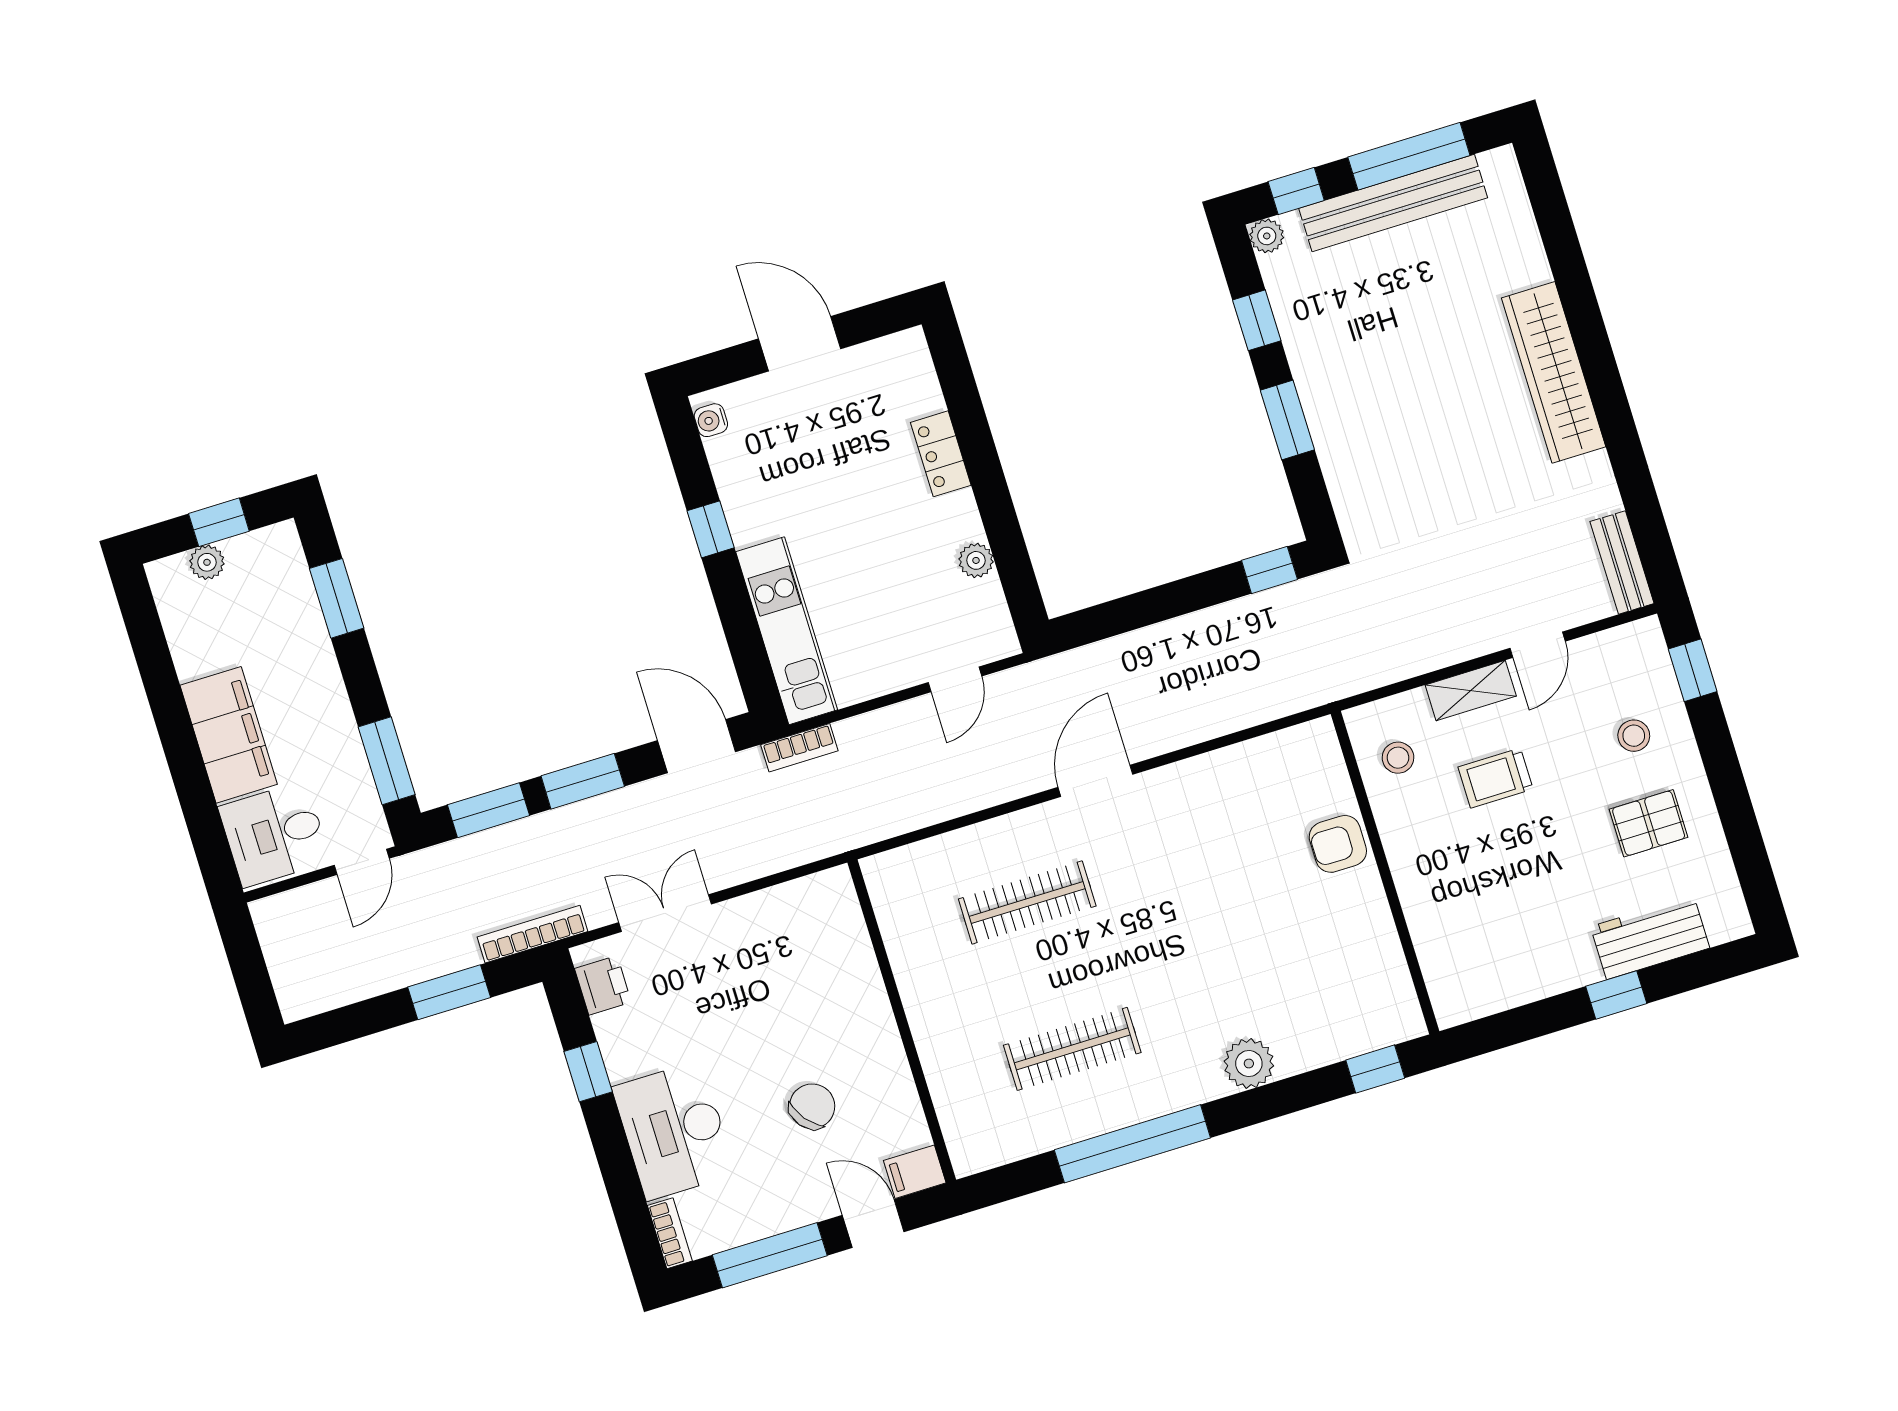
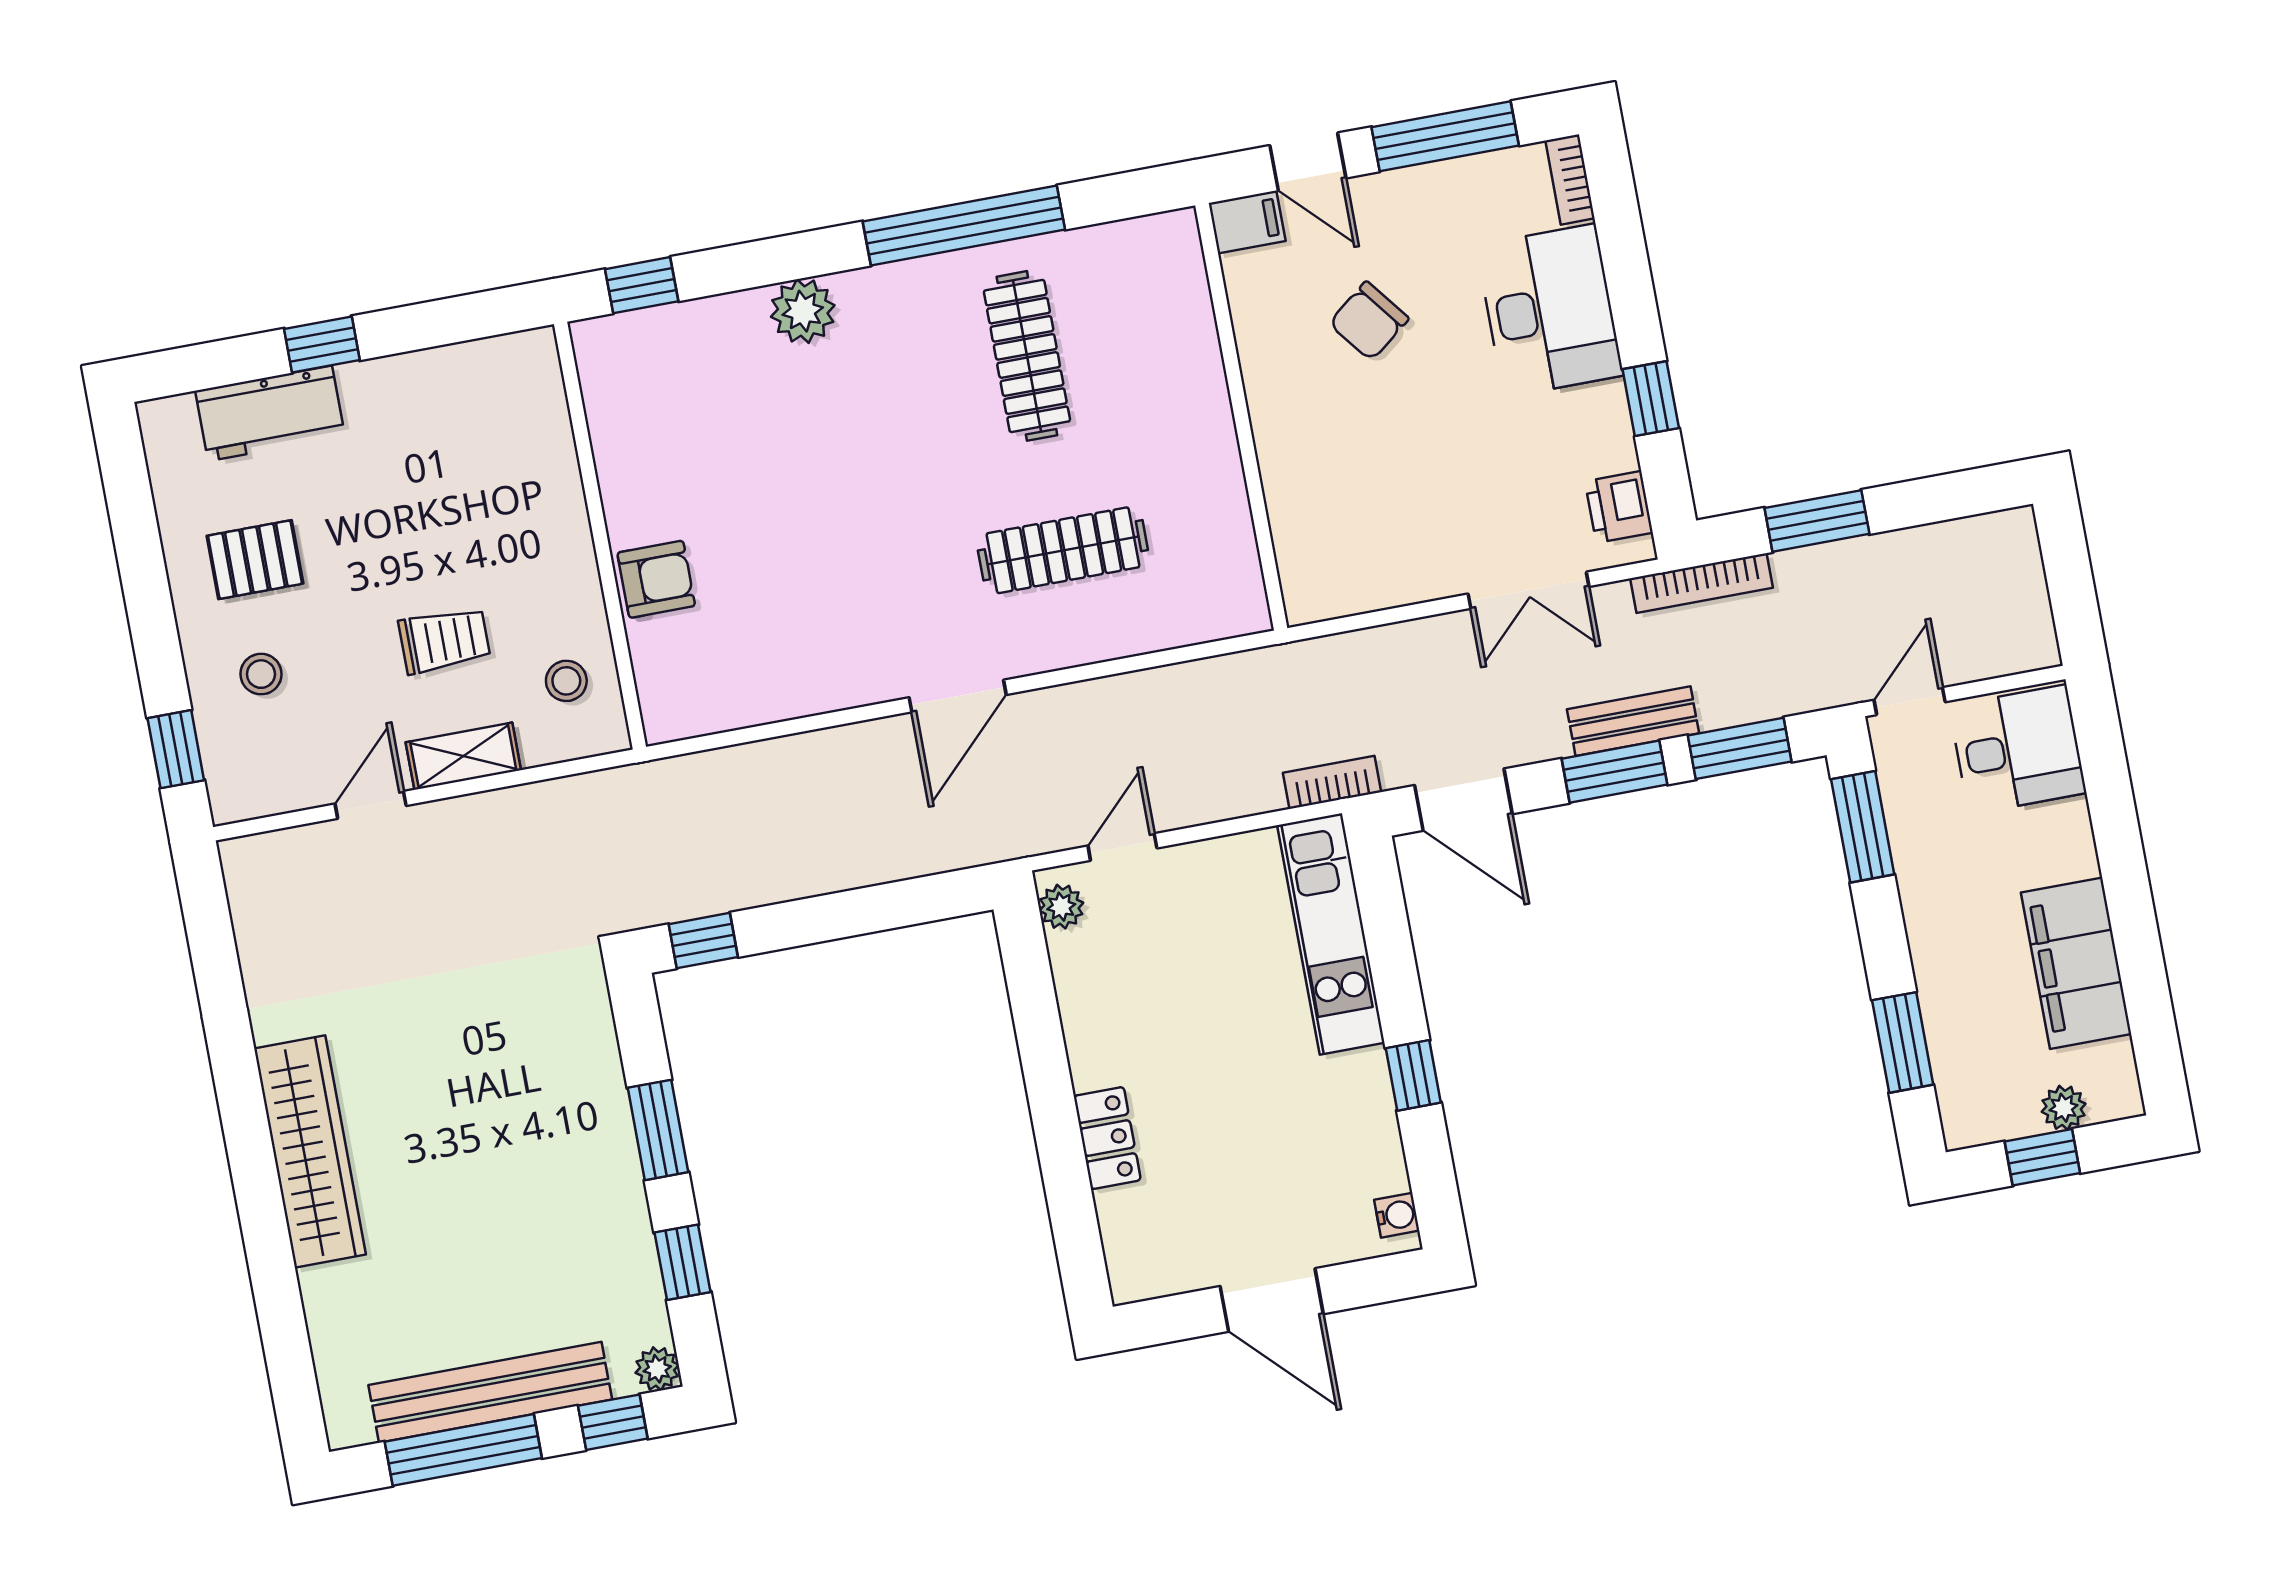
plant: (976, 560) -> (1061, 907), moved
bench: (1622, 563) -> (1633, 721), moved, turned 90
filing cabinet: (229, 735) -> (2076, 963), moved
clothes rail: (1072, 1049) -> (1027, 356), turned 90

